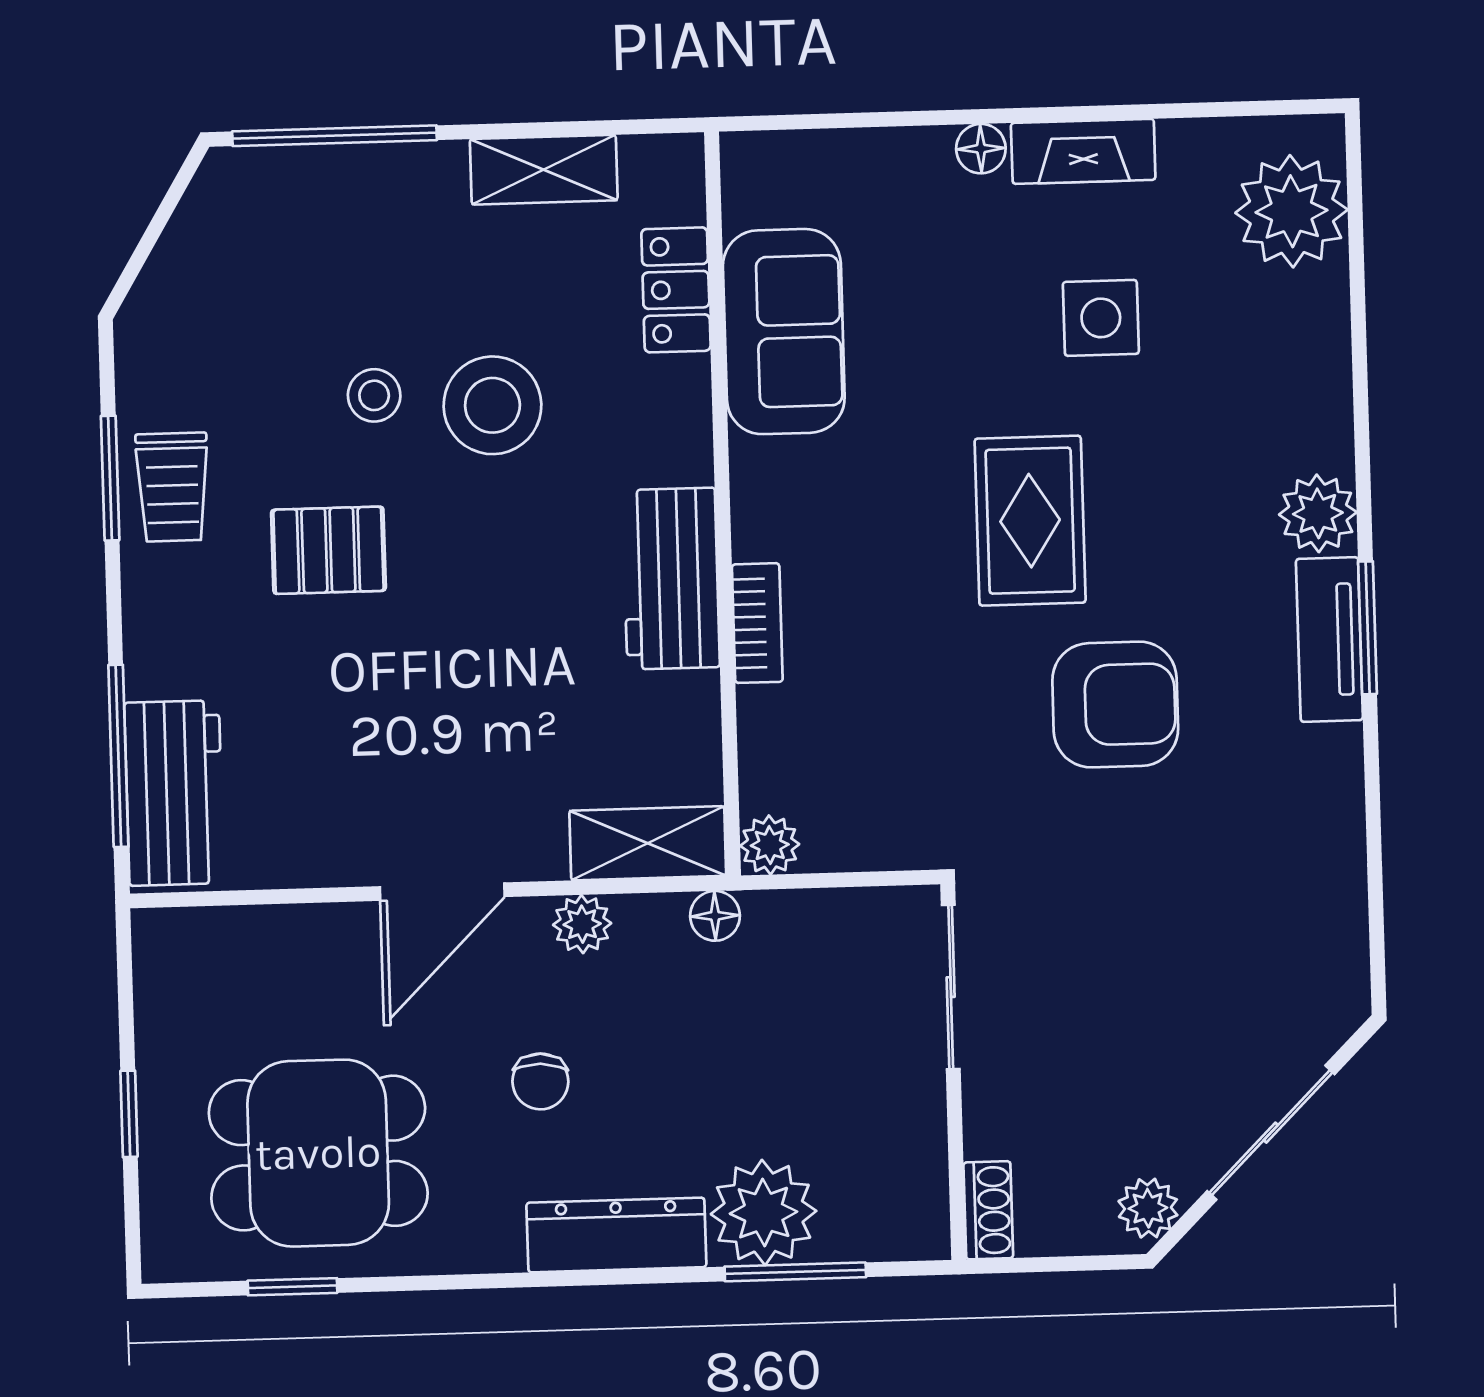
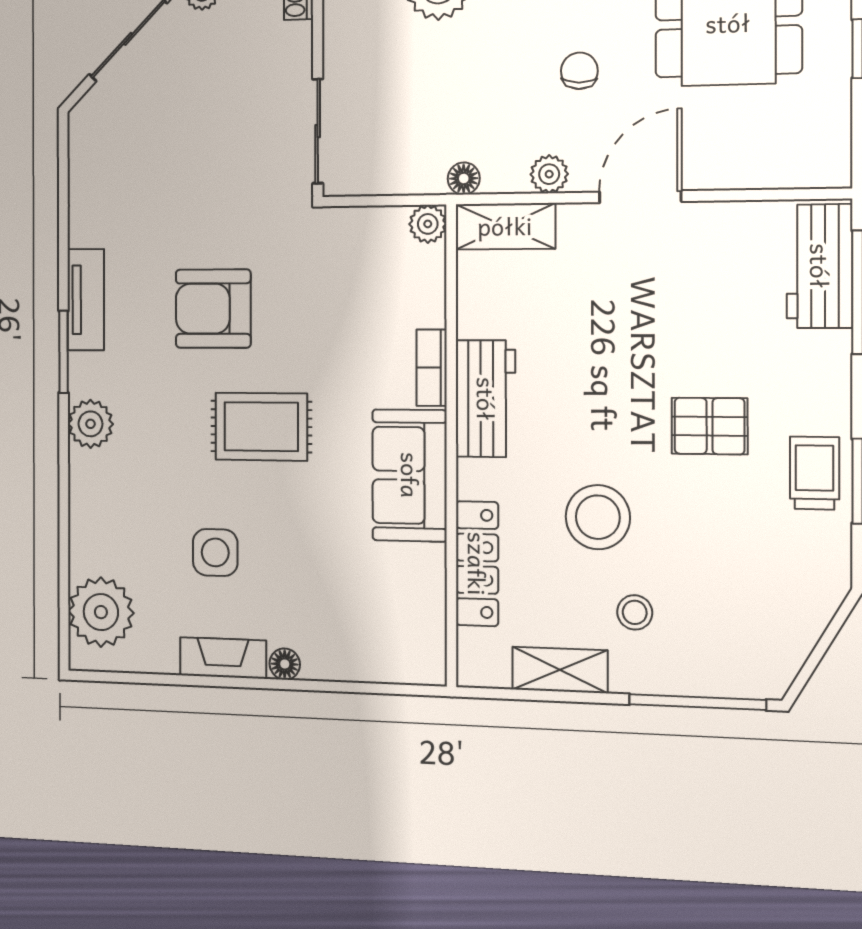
locker: (676, 290) -> (477, 564), width x1.53
sofa: (784, 332) -> (410, 475), moved
stool: (374, 395) -> (635, 612), moved
rug: (1030, 521) -> (261, 427), turned 90
tv unit: (1329, 639) -> (86, 300), moved

